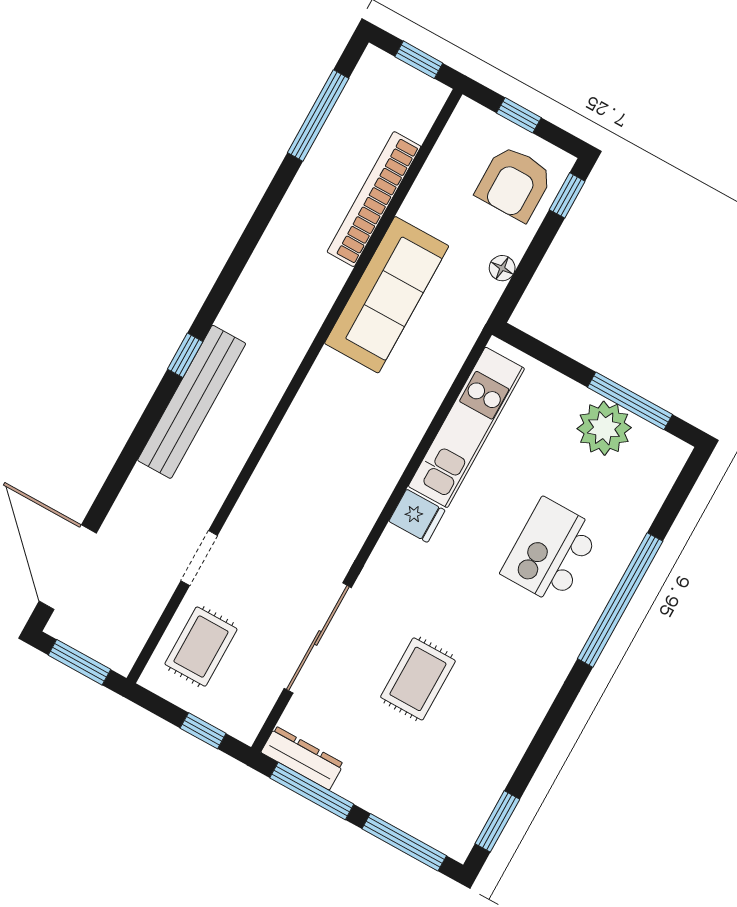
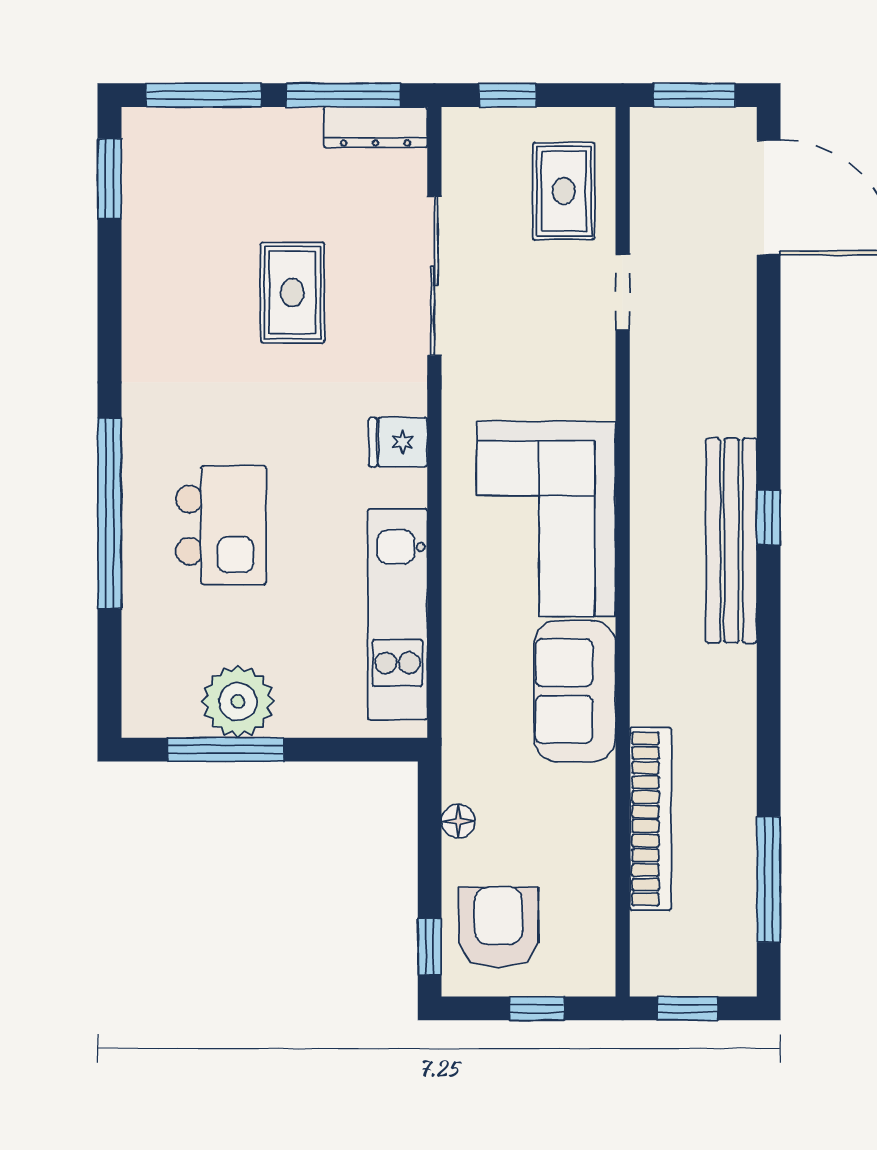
sofa: (387, 295) -> (575, 691), width x0.73
bench: (192, 402) -> (731, 541), moved
corner sofa: (333, 436) -> (546, 519), added
fridge: (417, 516) -> (398, 442), moved

